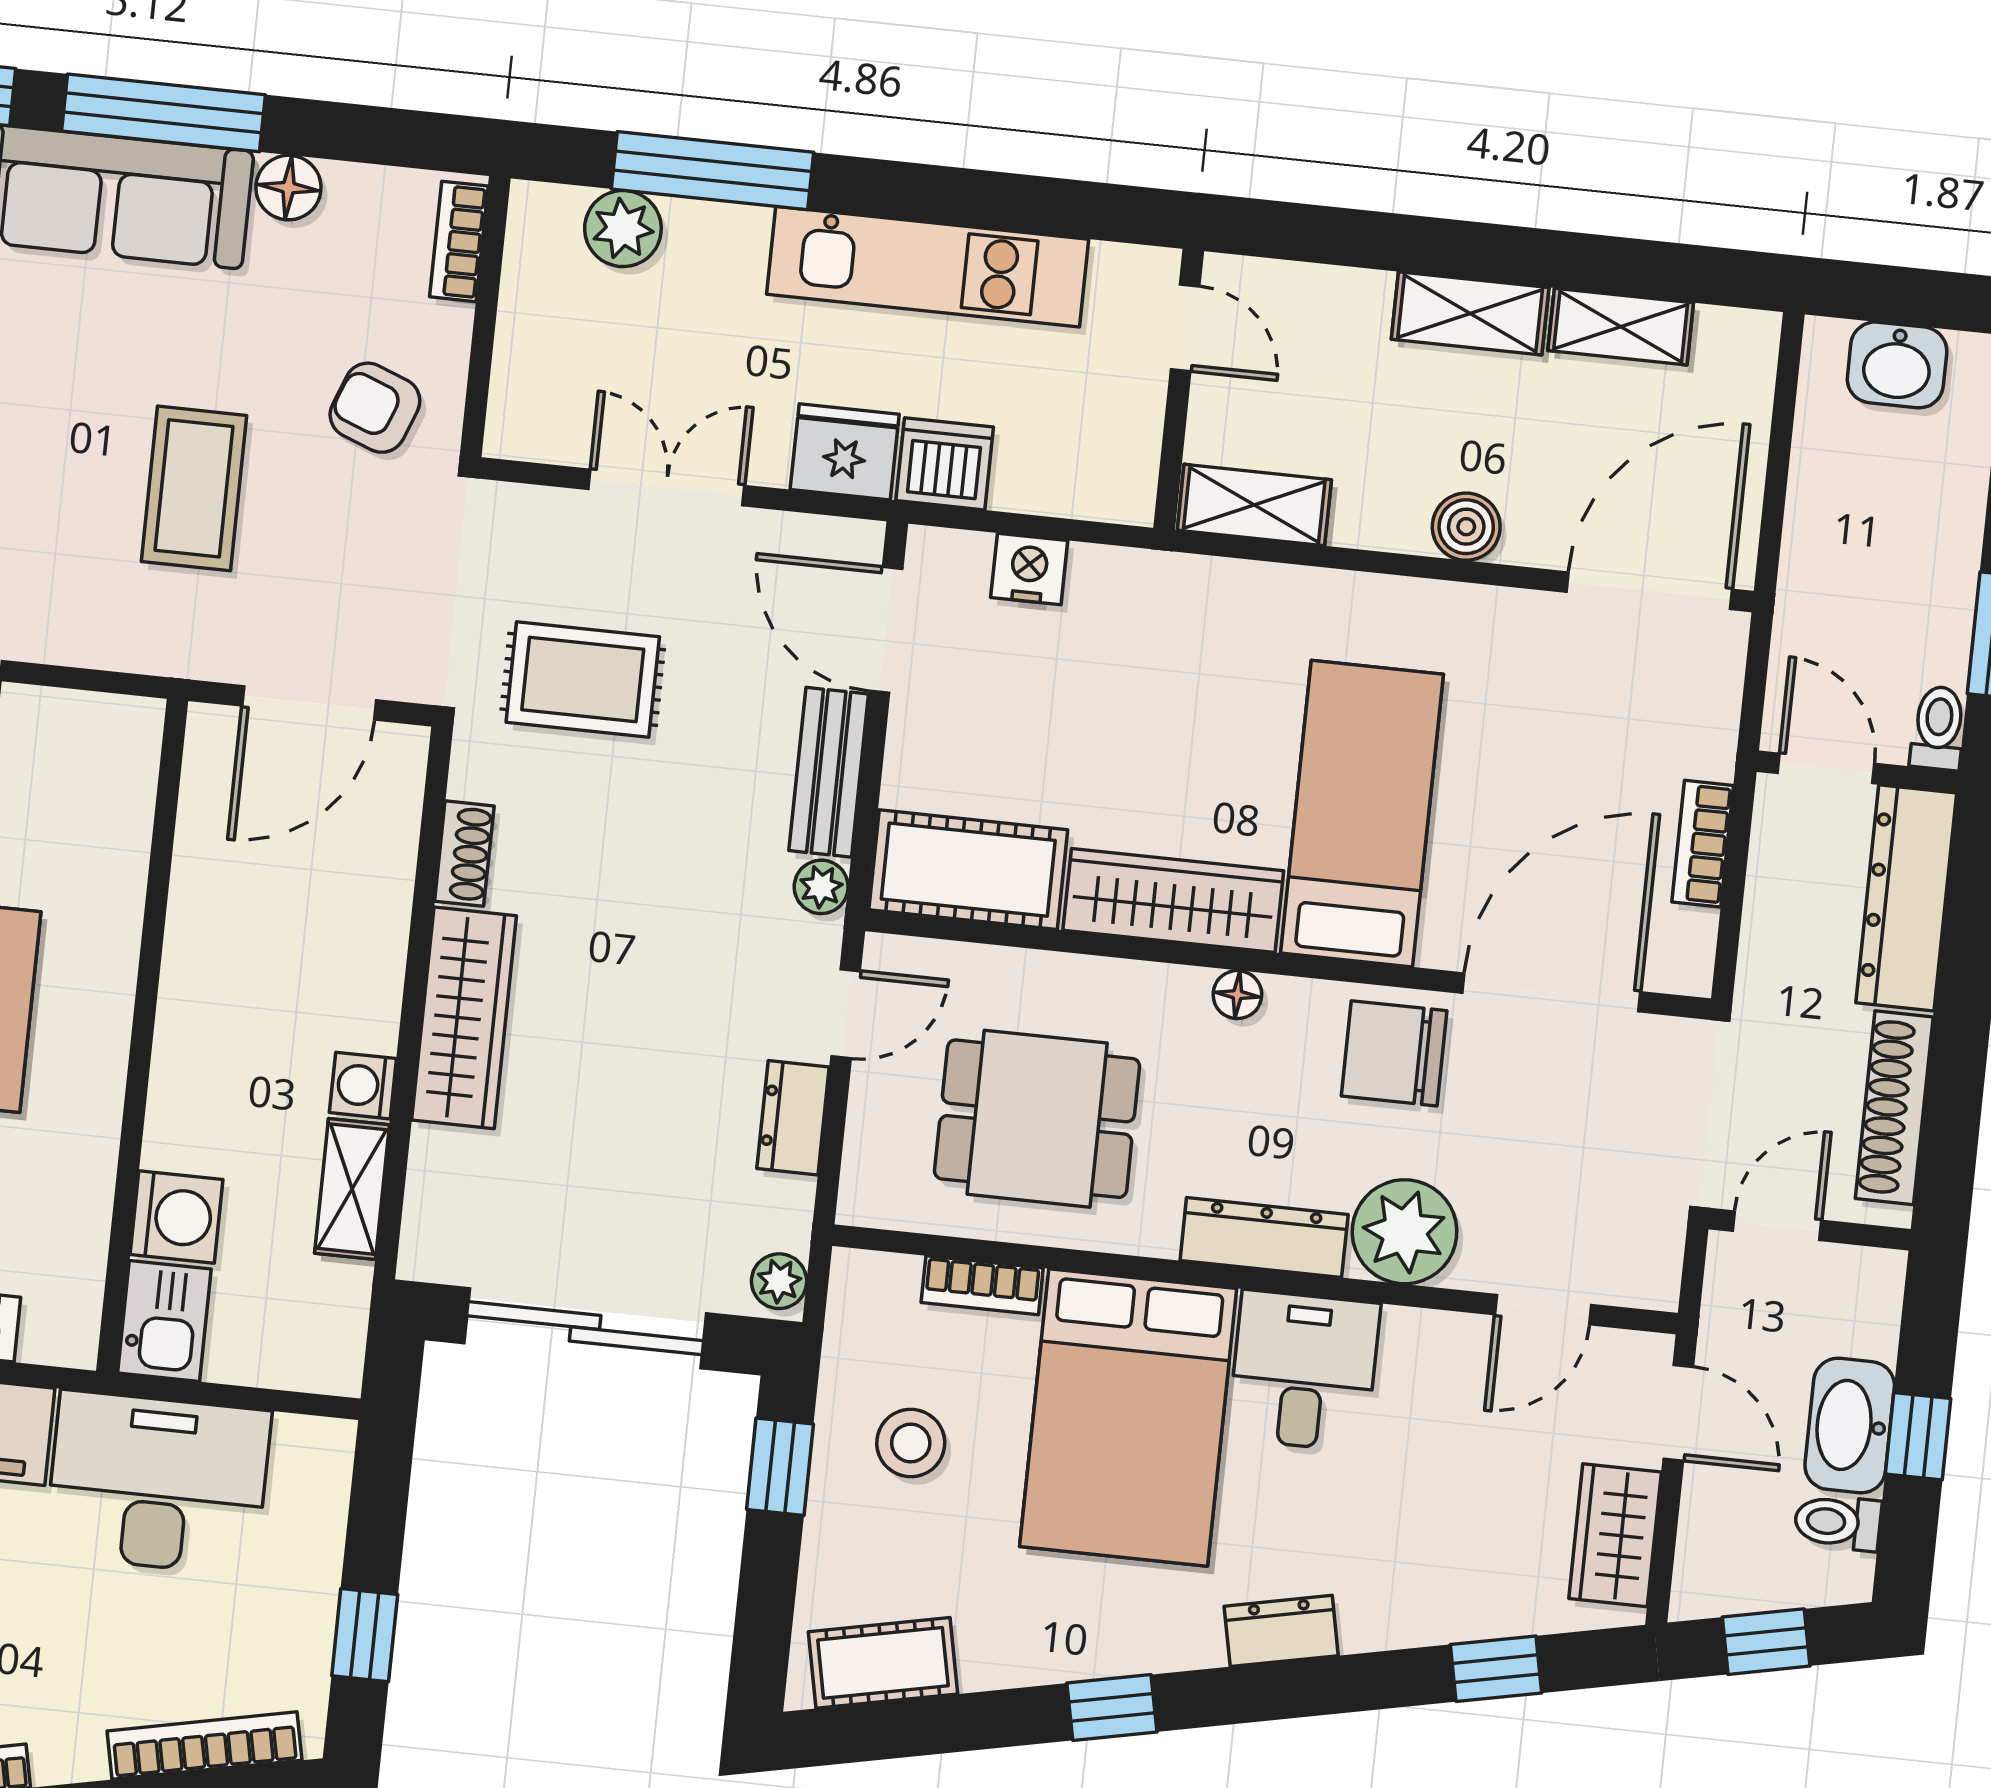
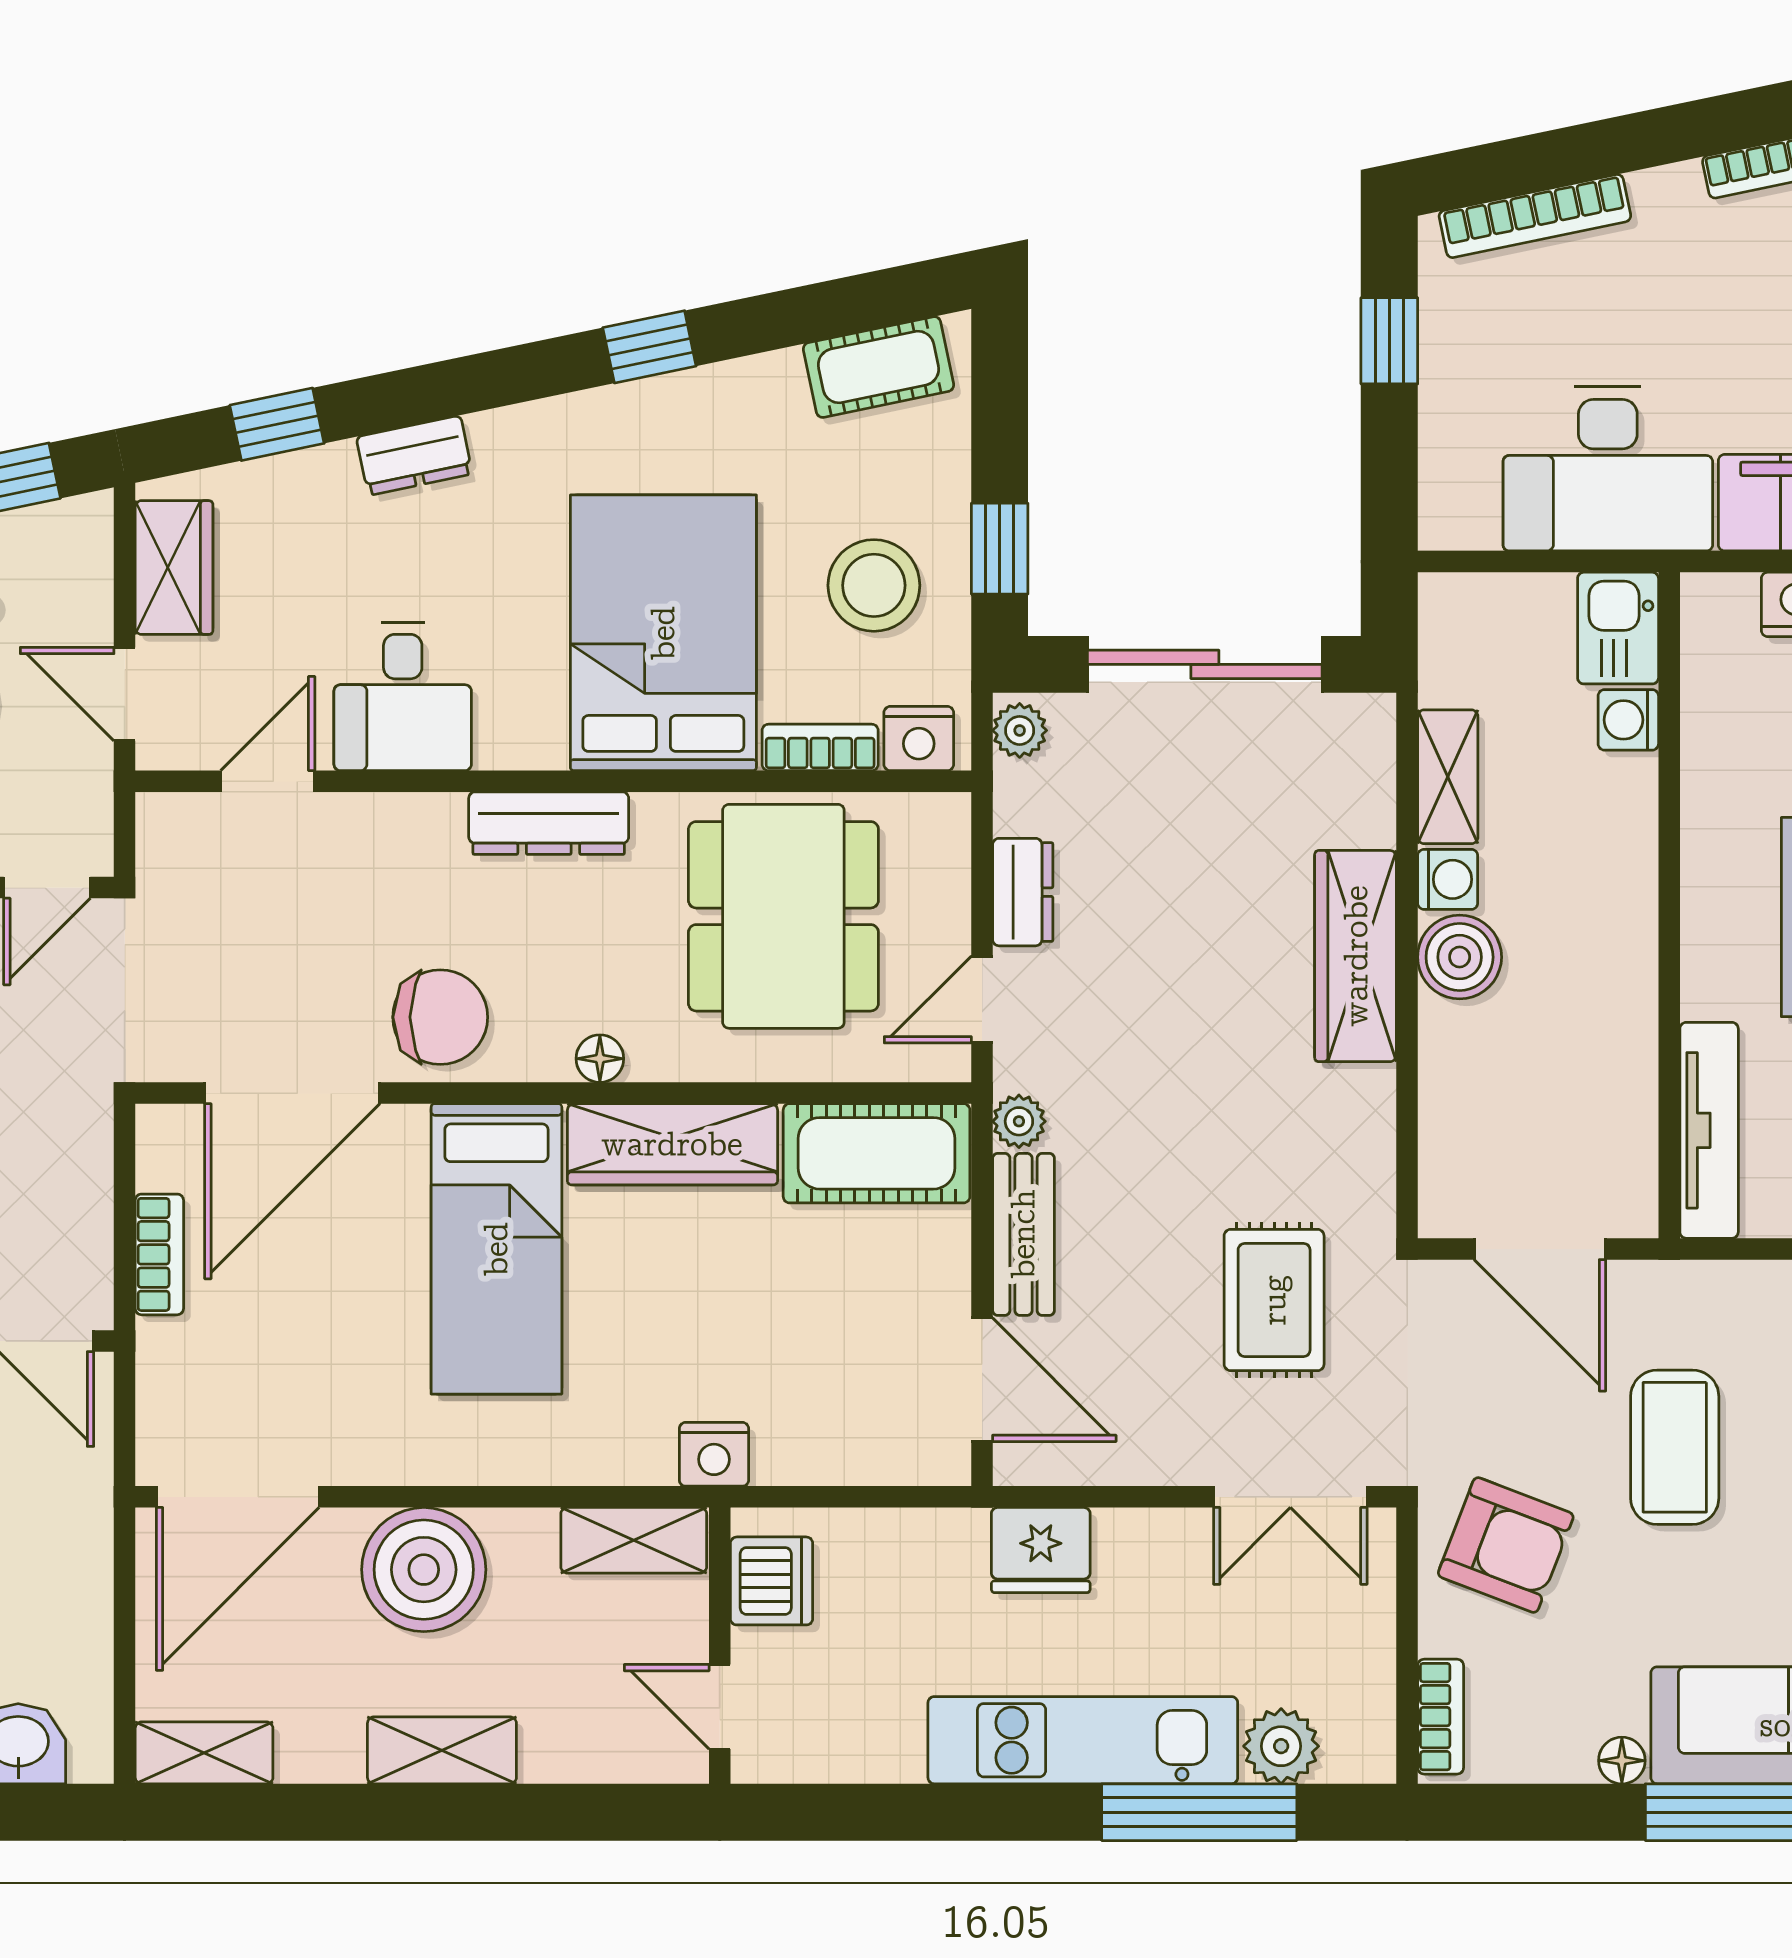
floor lamp: (288, 188) -> (1622, 1761), width x0.73, depth x0.73
kitchen unit: (928, 267) -> (1083, 1740), moved
shelving: (1621, 327) -> (204, 1753), moved
armchair: (375, 408) -> (1506, 1545), width x1.38, depth x1.38
dishwasher: (945, 464) -> (772, 1581), moved, turned -90
double door: (666, 487) -> (1290, 1497), moved
boiler: (1466, 527) -> (424, 1570), width x1.86, depth x1.86
nightstand: (1029, 569) -> (714, 1454), moved
rug: (583, 679) -> (1274, 1300), turned 90
door: (309, 703) -> (1540, 1249), swing flipped
tv unit: (126, 805) -> (1709, 1130), added
shoe rack: (464, 854) -> (1372, 1117), removed
boiler: (359, 1006) -> (1460, 957), added
dining table: (1037, 1119) -> (783, 916), width x1.37
washing machine: (176, 1217) -> (1628, 720), width x0.73, depth x0.73
plant: (1405, 1232) -> (412, 843), removed
nightstand: (882, 1284) -> (919, 739), added
desk: (1304, 1371) -> (403, 697), moved
stool: (911, 1443) -> (874, 585), width x1.38, depth x1.38
dresser: (1281, 1631) -> (414, 455), moved

